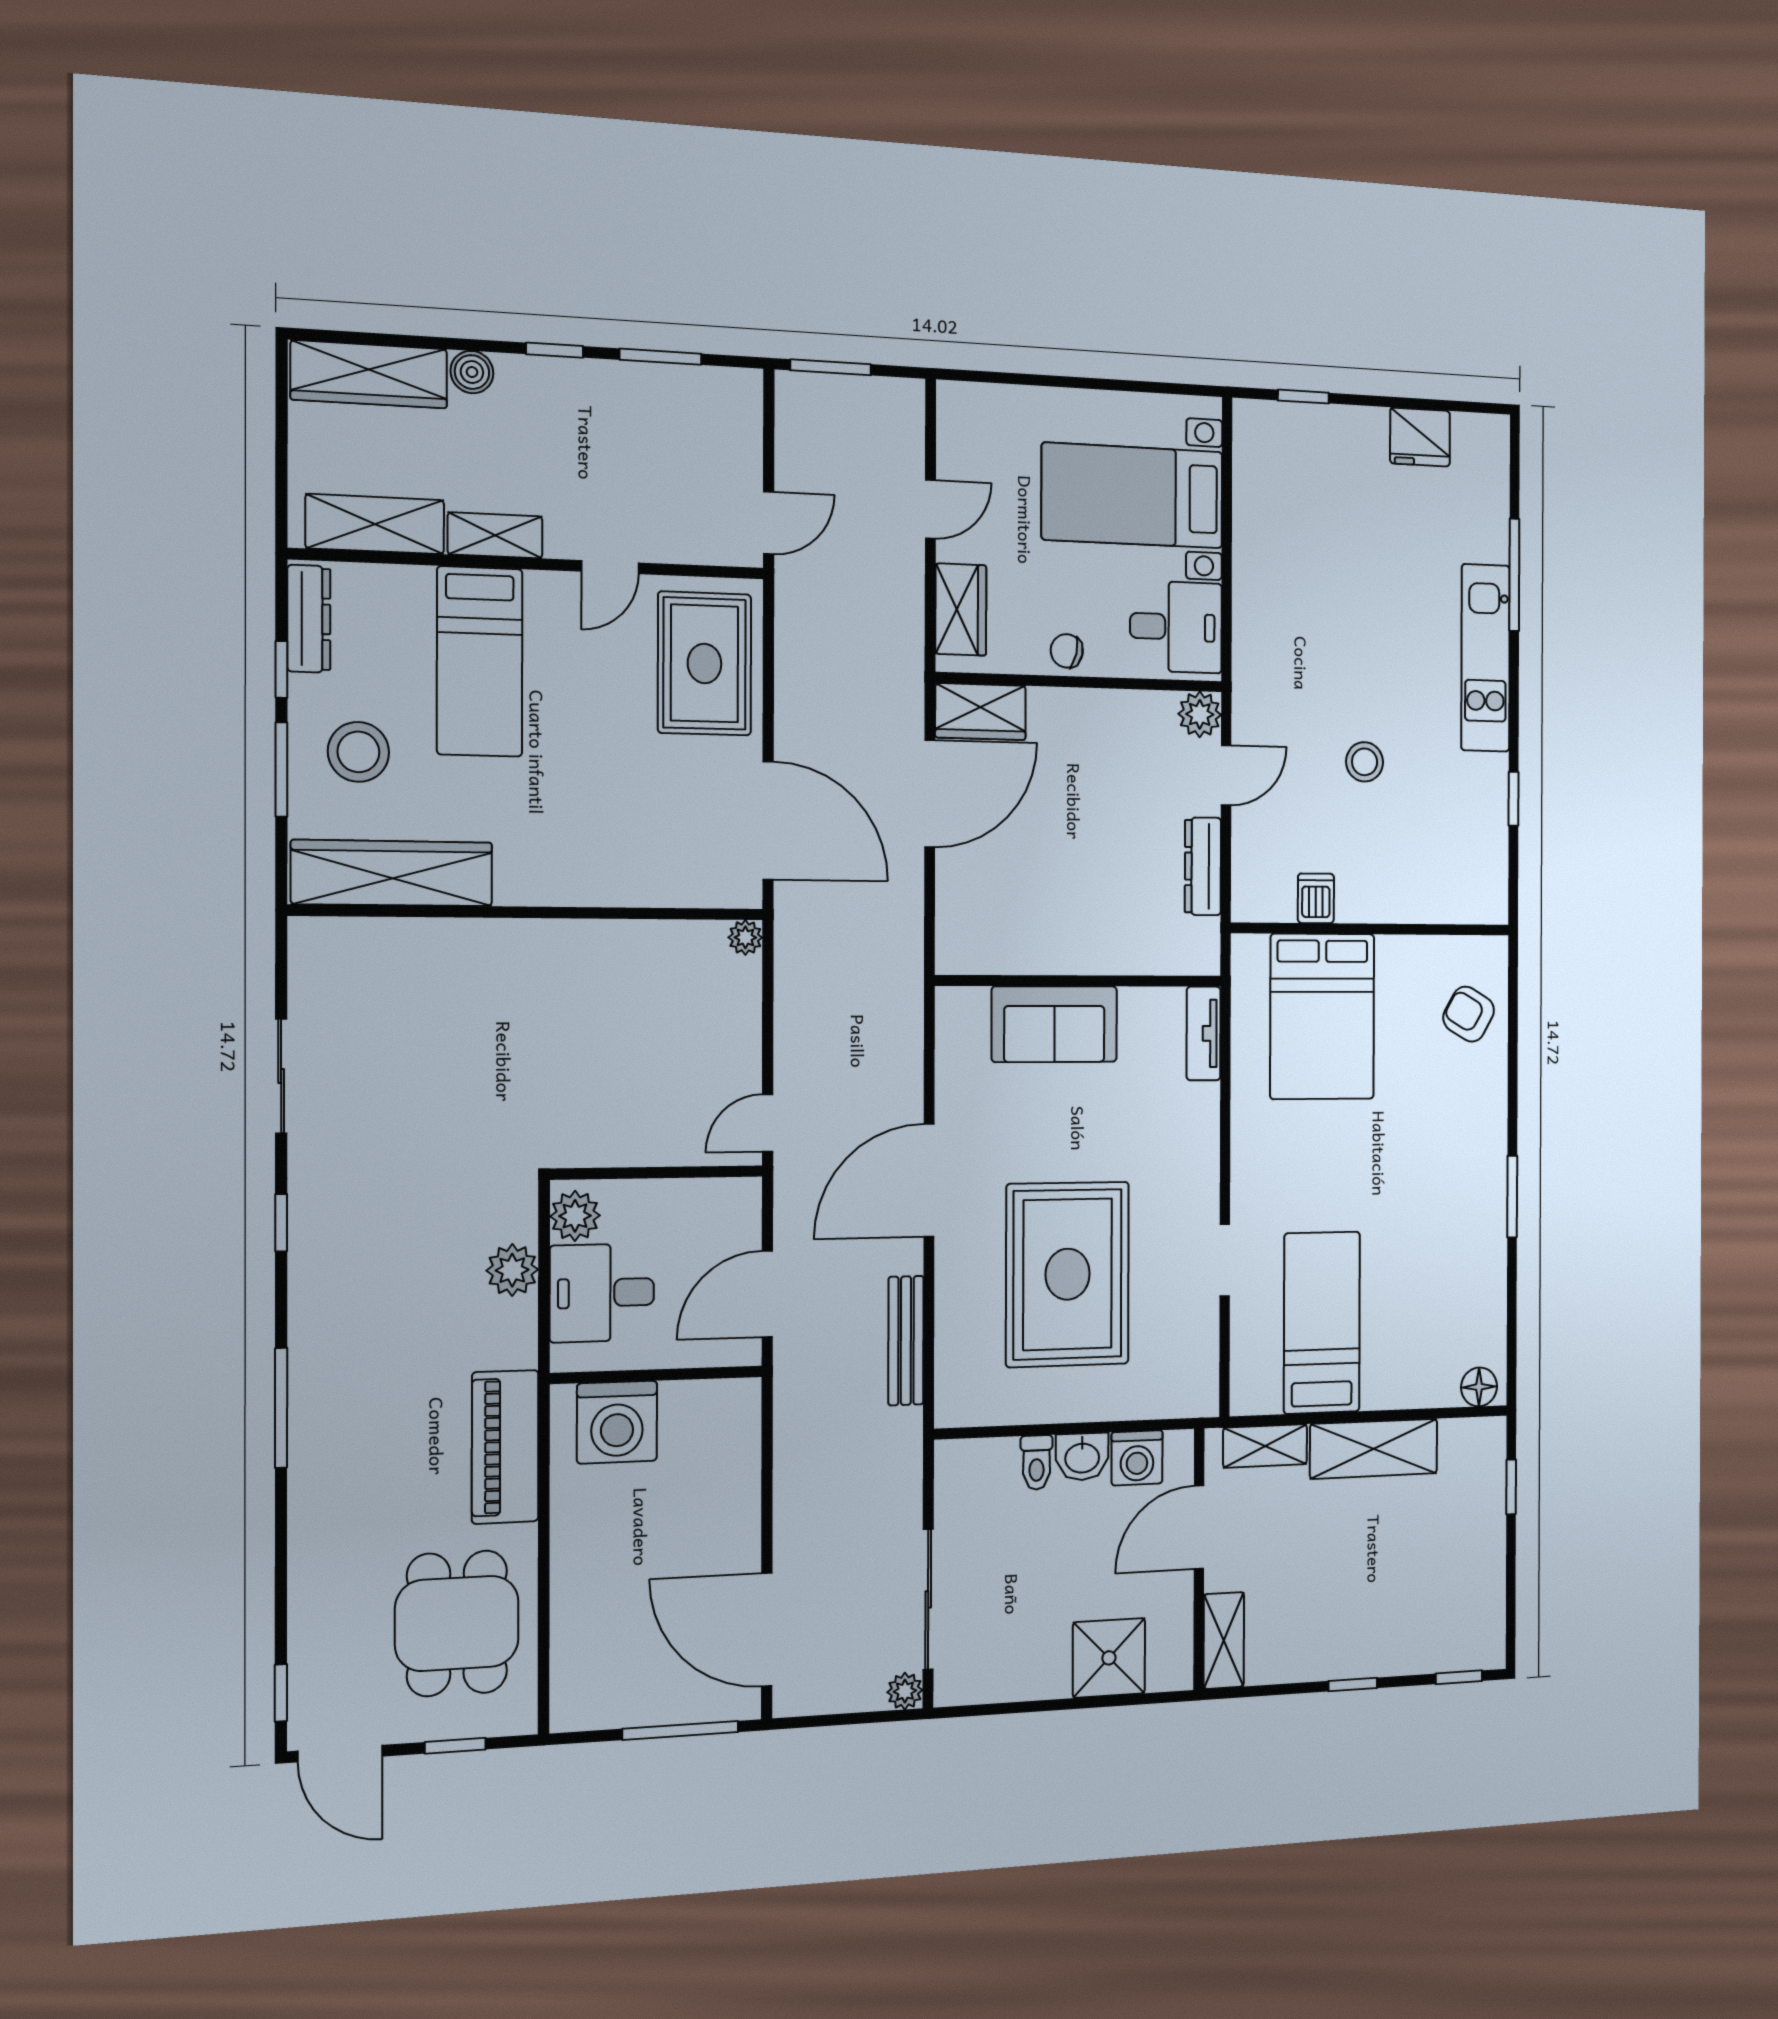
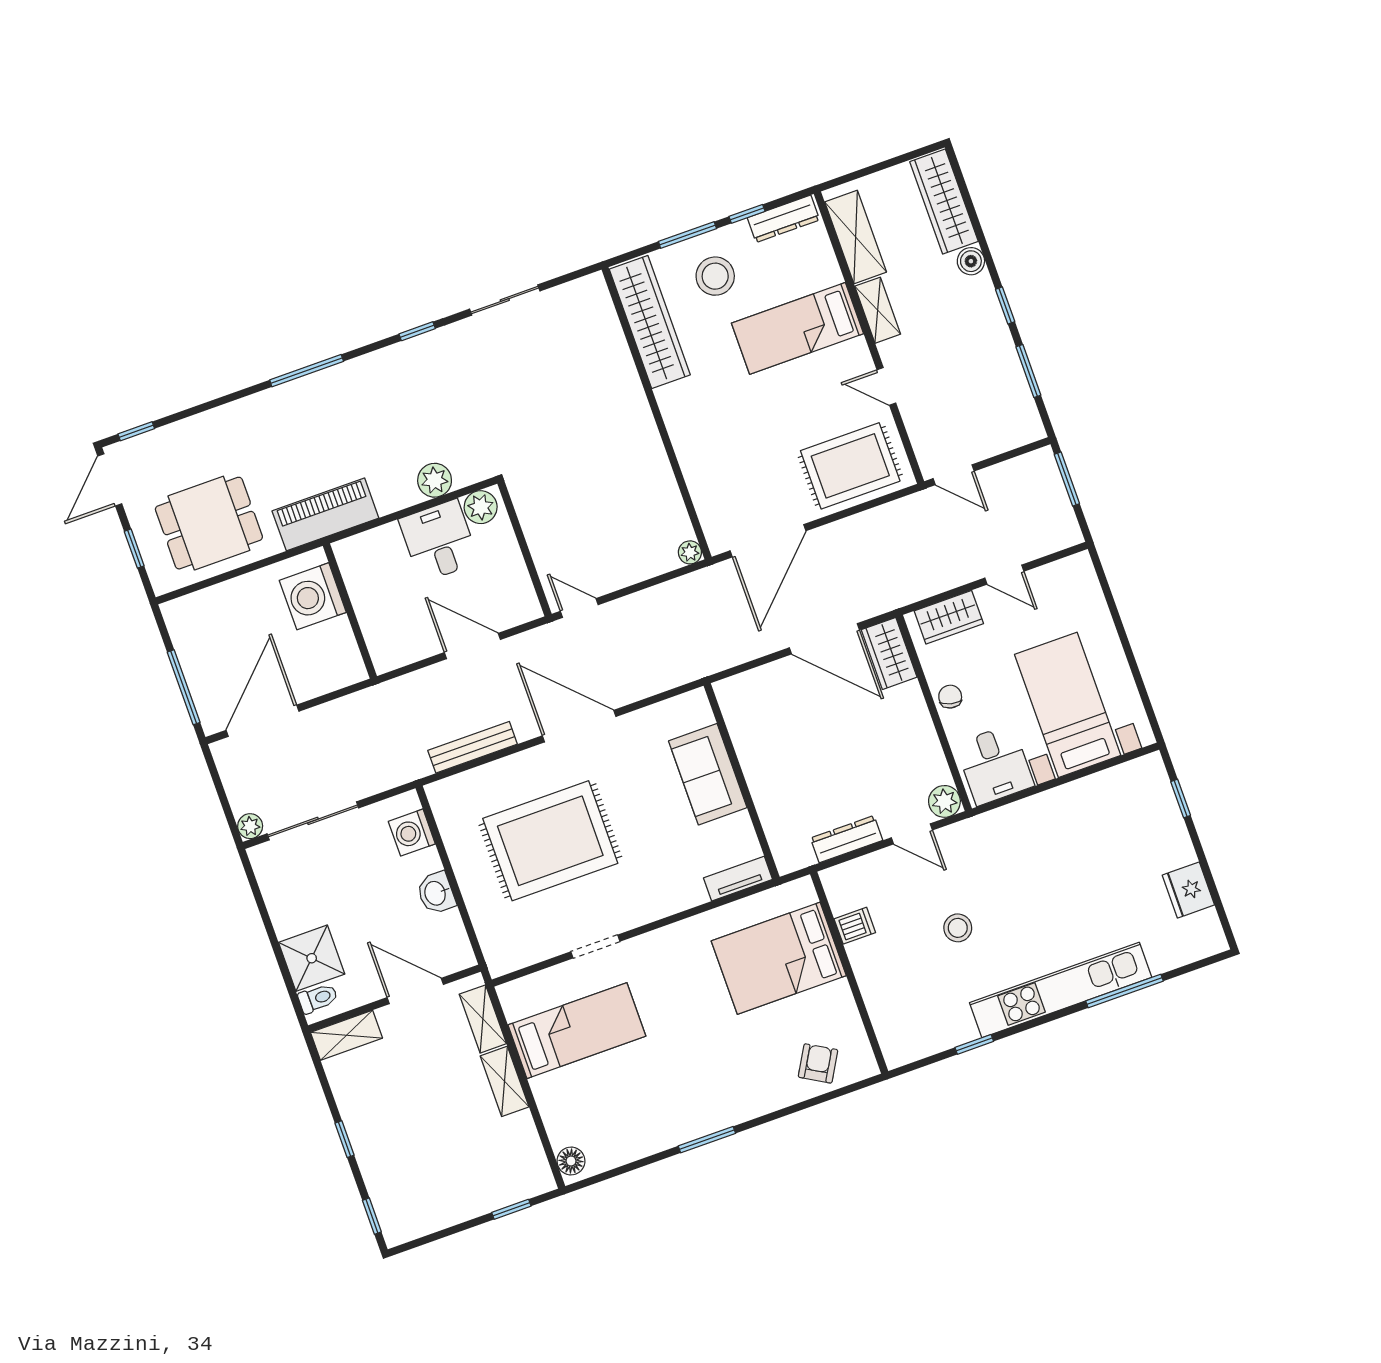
kitchen unit: (1485, 658) -> (1061, 990), width x1.36
wall: (657, 1375) -> (350, 611), moved
washing machine: (617, 1422) -> (313, 596), moved
shelving: (1374, 1449) -> (505, 1081), width x0.67, depth x0.75
washing machine: (1137, 1458) -> (412, 833), moved
toilet: (1037, 1462) -> (318, 998), moved, turned 180

